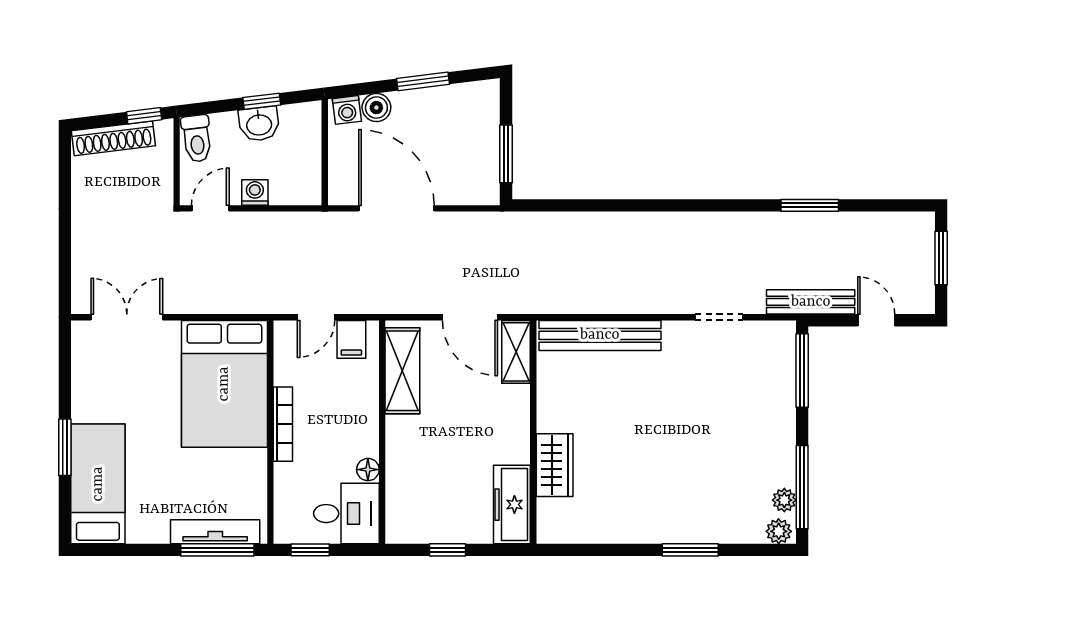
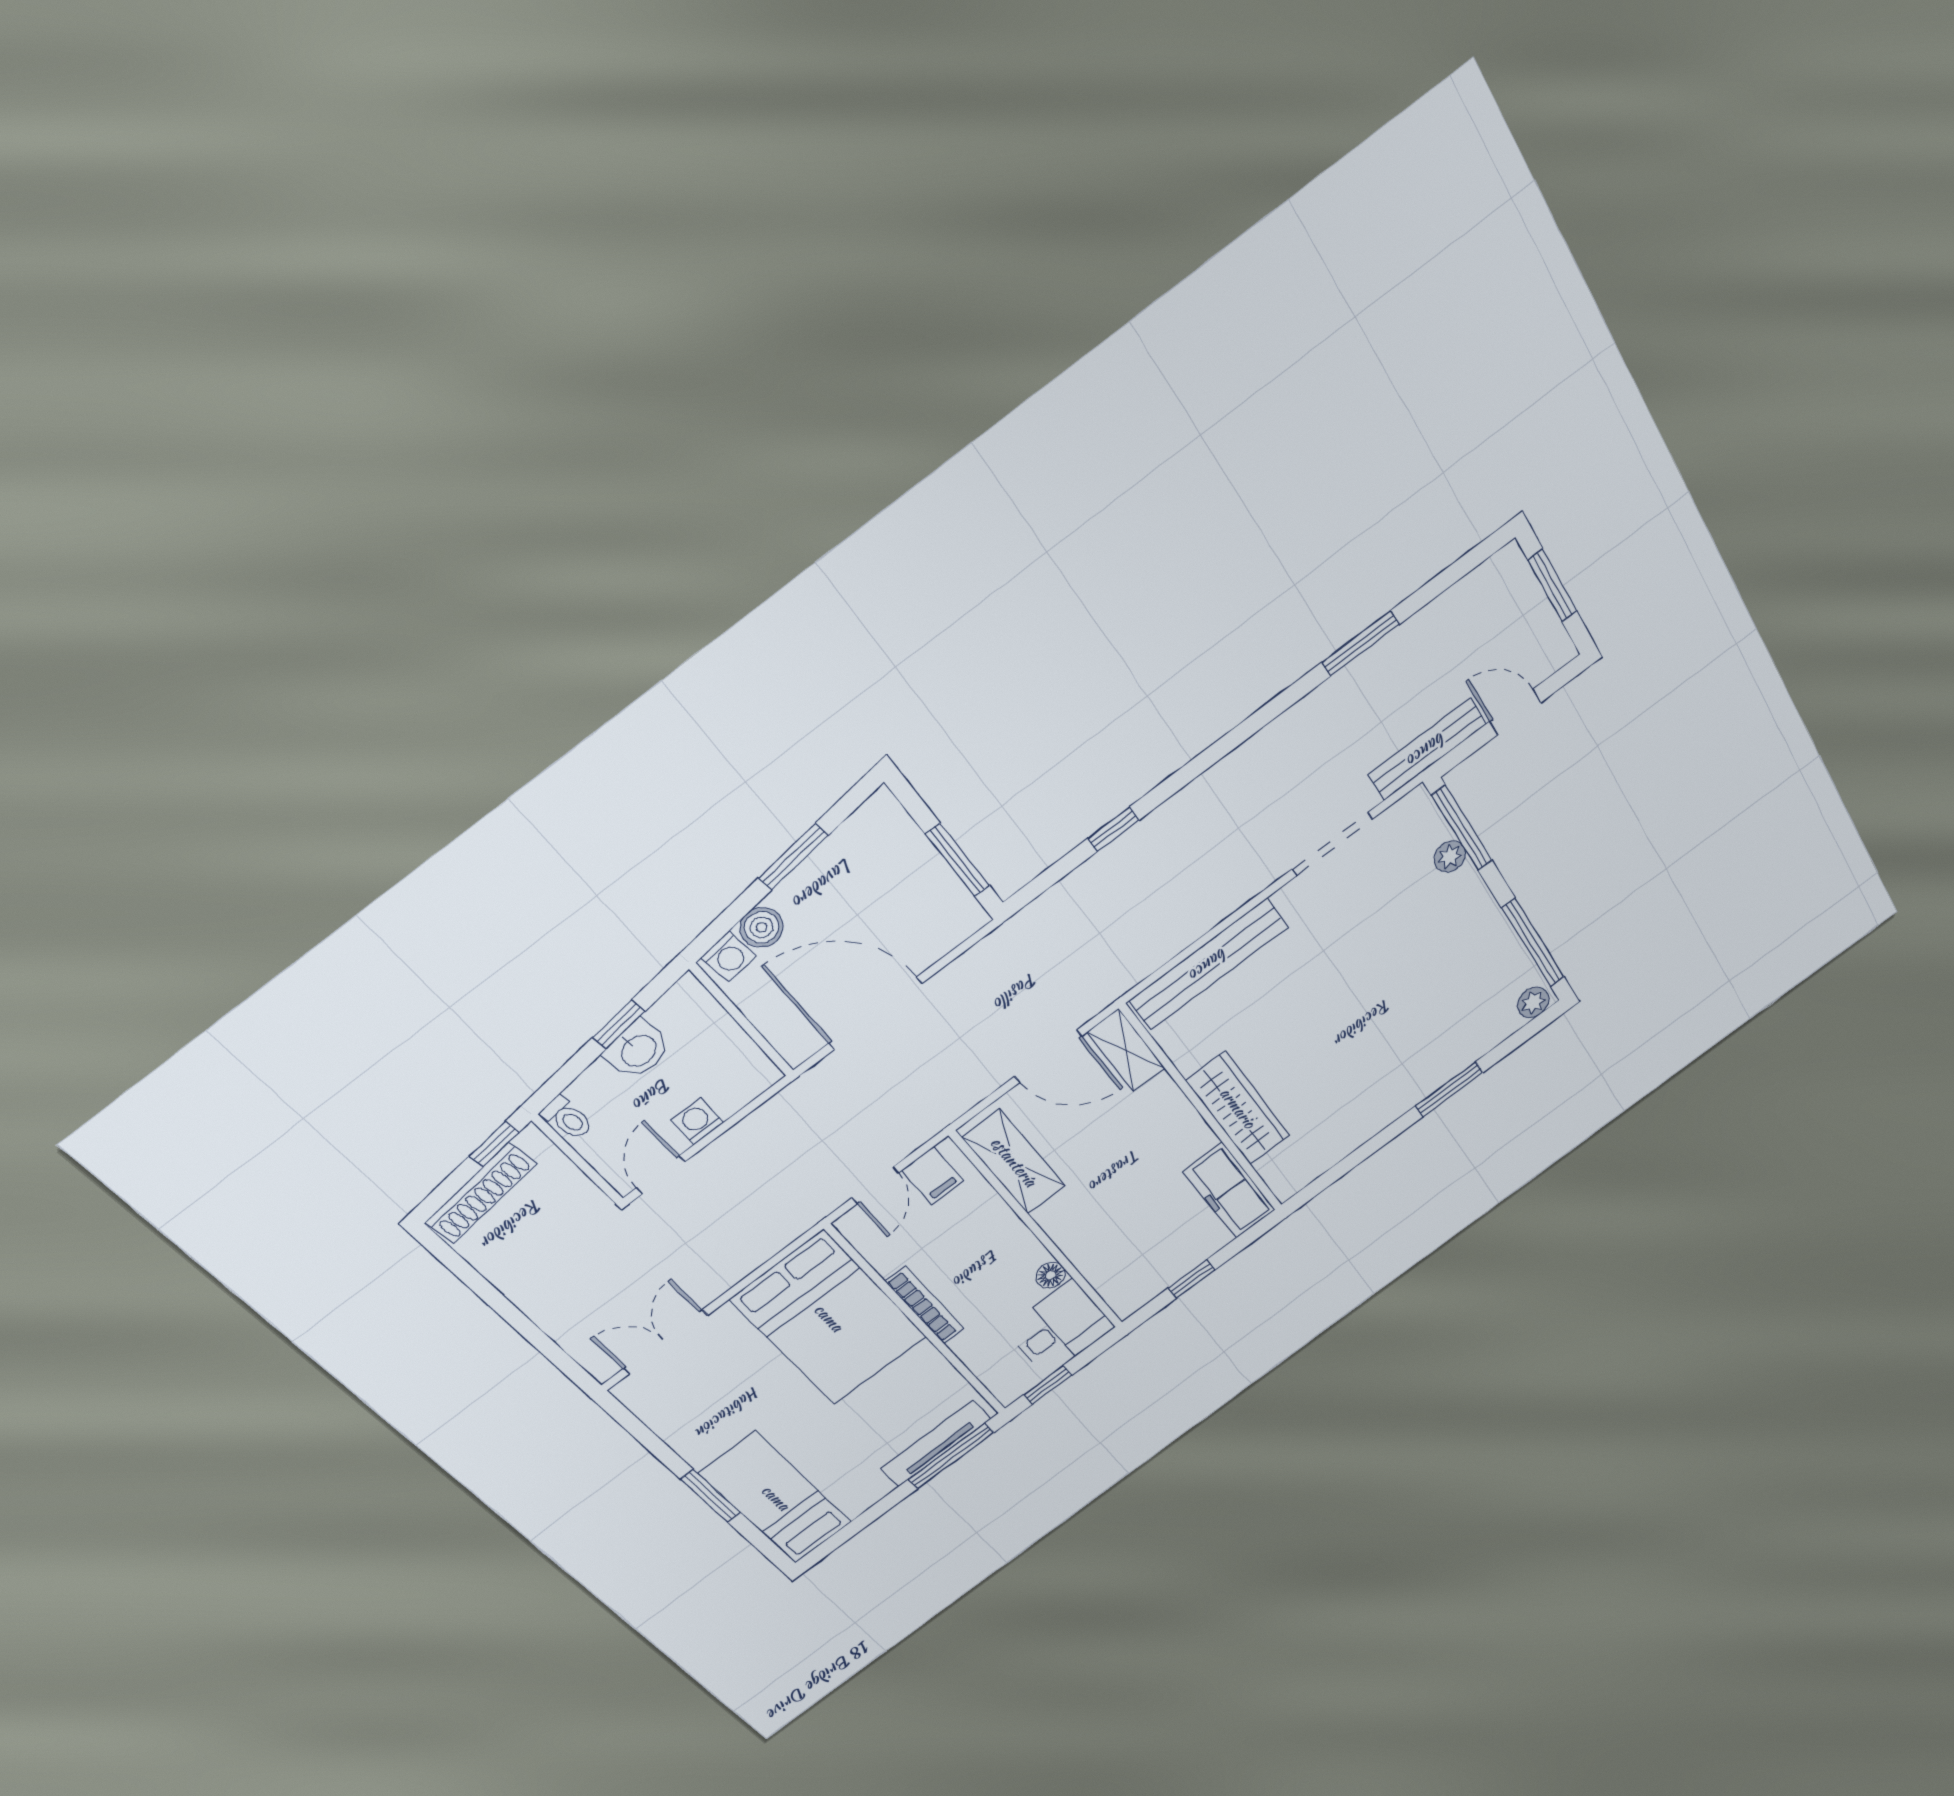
toilet: (197, 139) -> (567, 1118), width x0.73, depth x0.72
window: (602, 205) -> (1113, 829), added
doorway: (719, 317) -> (1332, 844), width x1.38
wardrobe: (555, 465) -> (1238, 1108), width x1.50
plant: (784, 500) -> (1450, 857), moved

